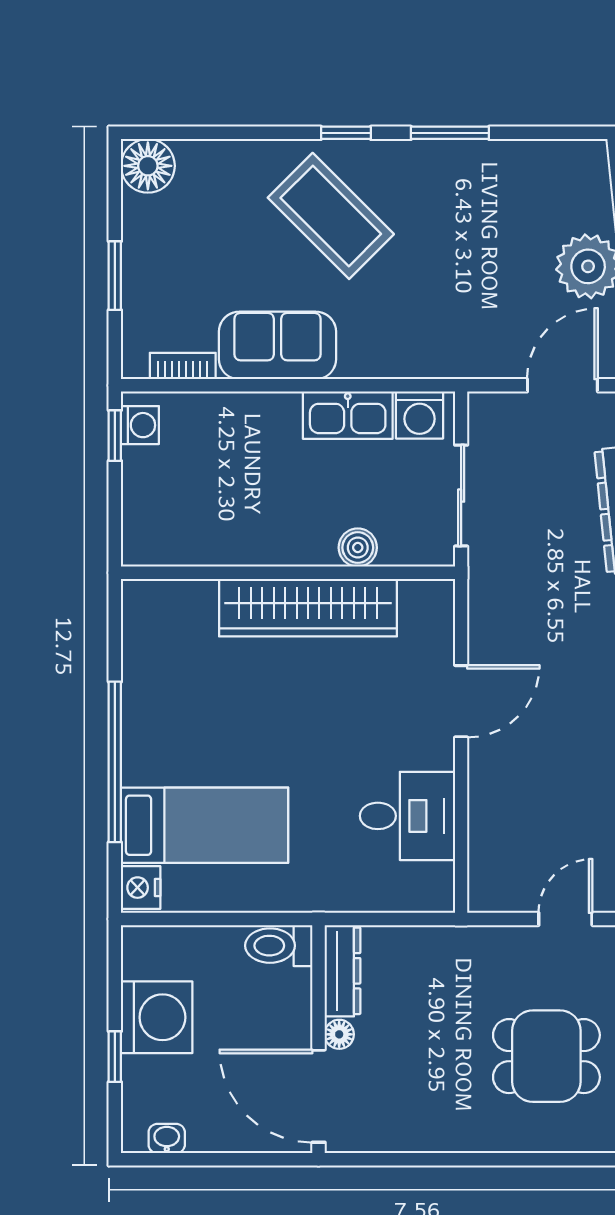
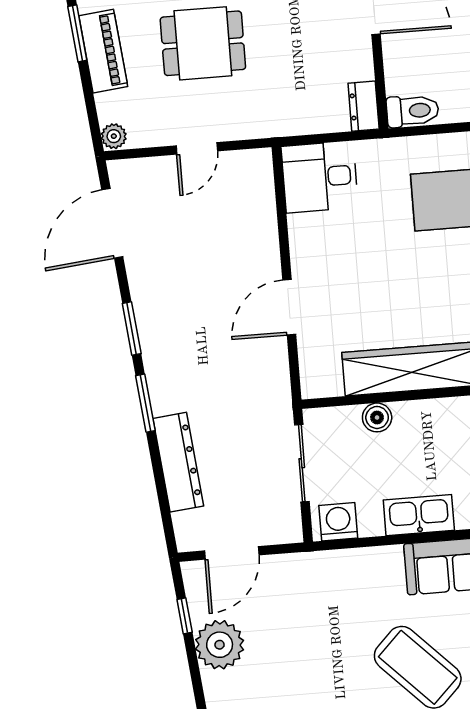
kitchen sink: (348, 415) -> (419, 515), moved
desk: (407, 816) -> (320, 177), moved
dresser: (343, 971) -> (364, 106), width x0.70
floor lamp: (339, 1034) -> (361, 47), removed

